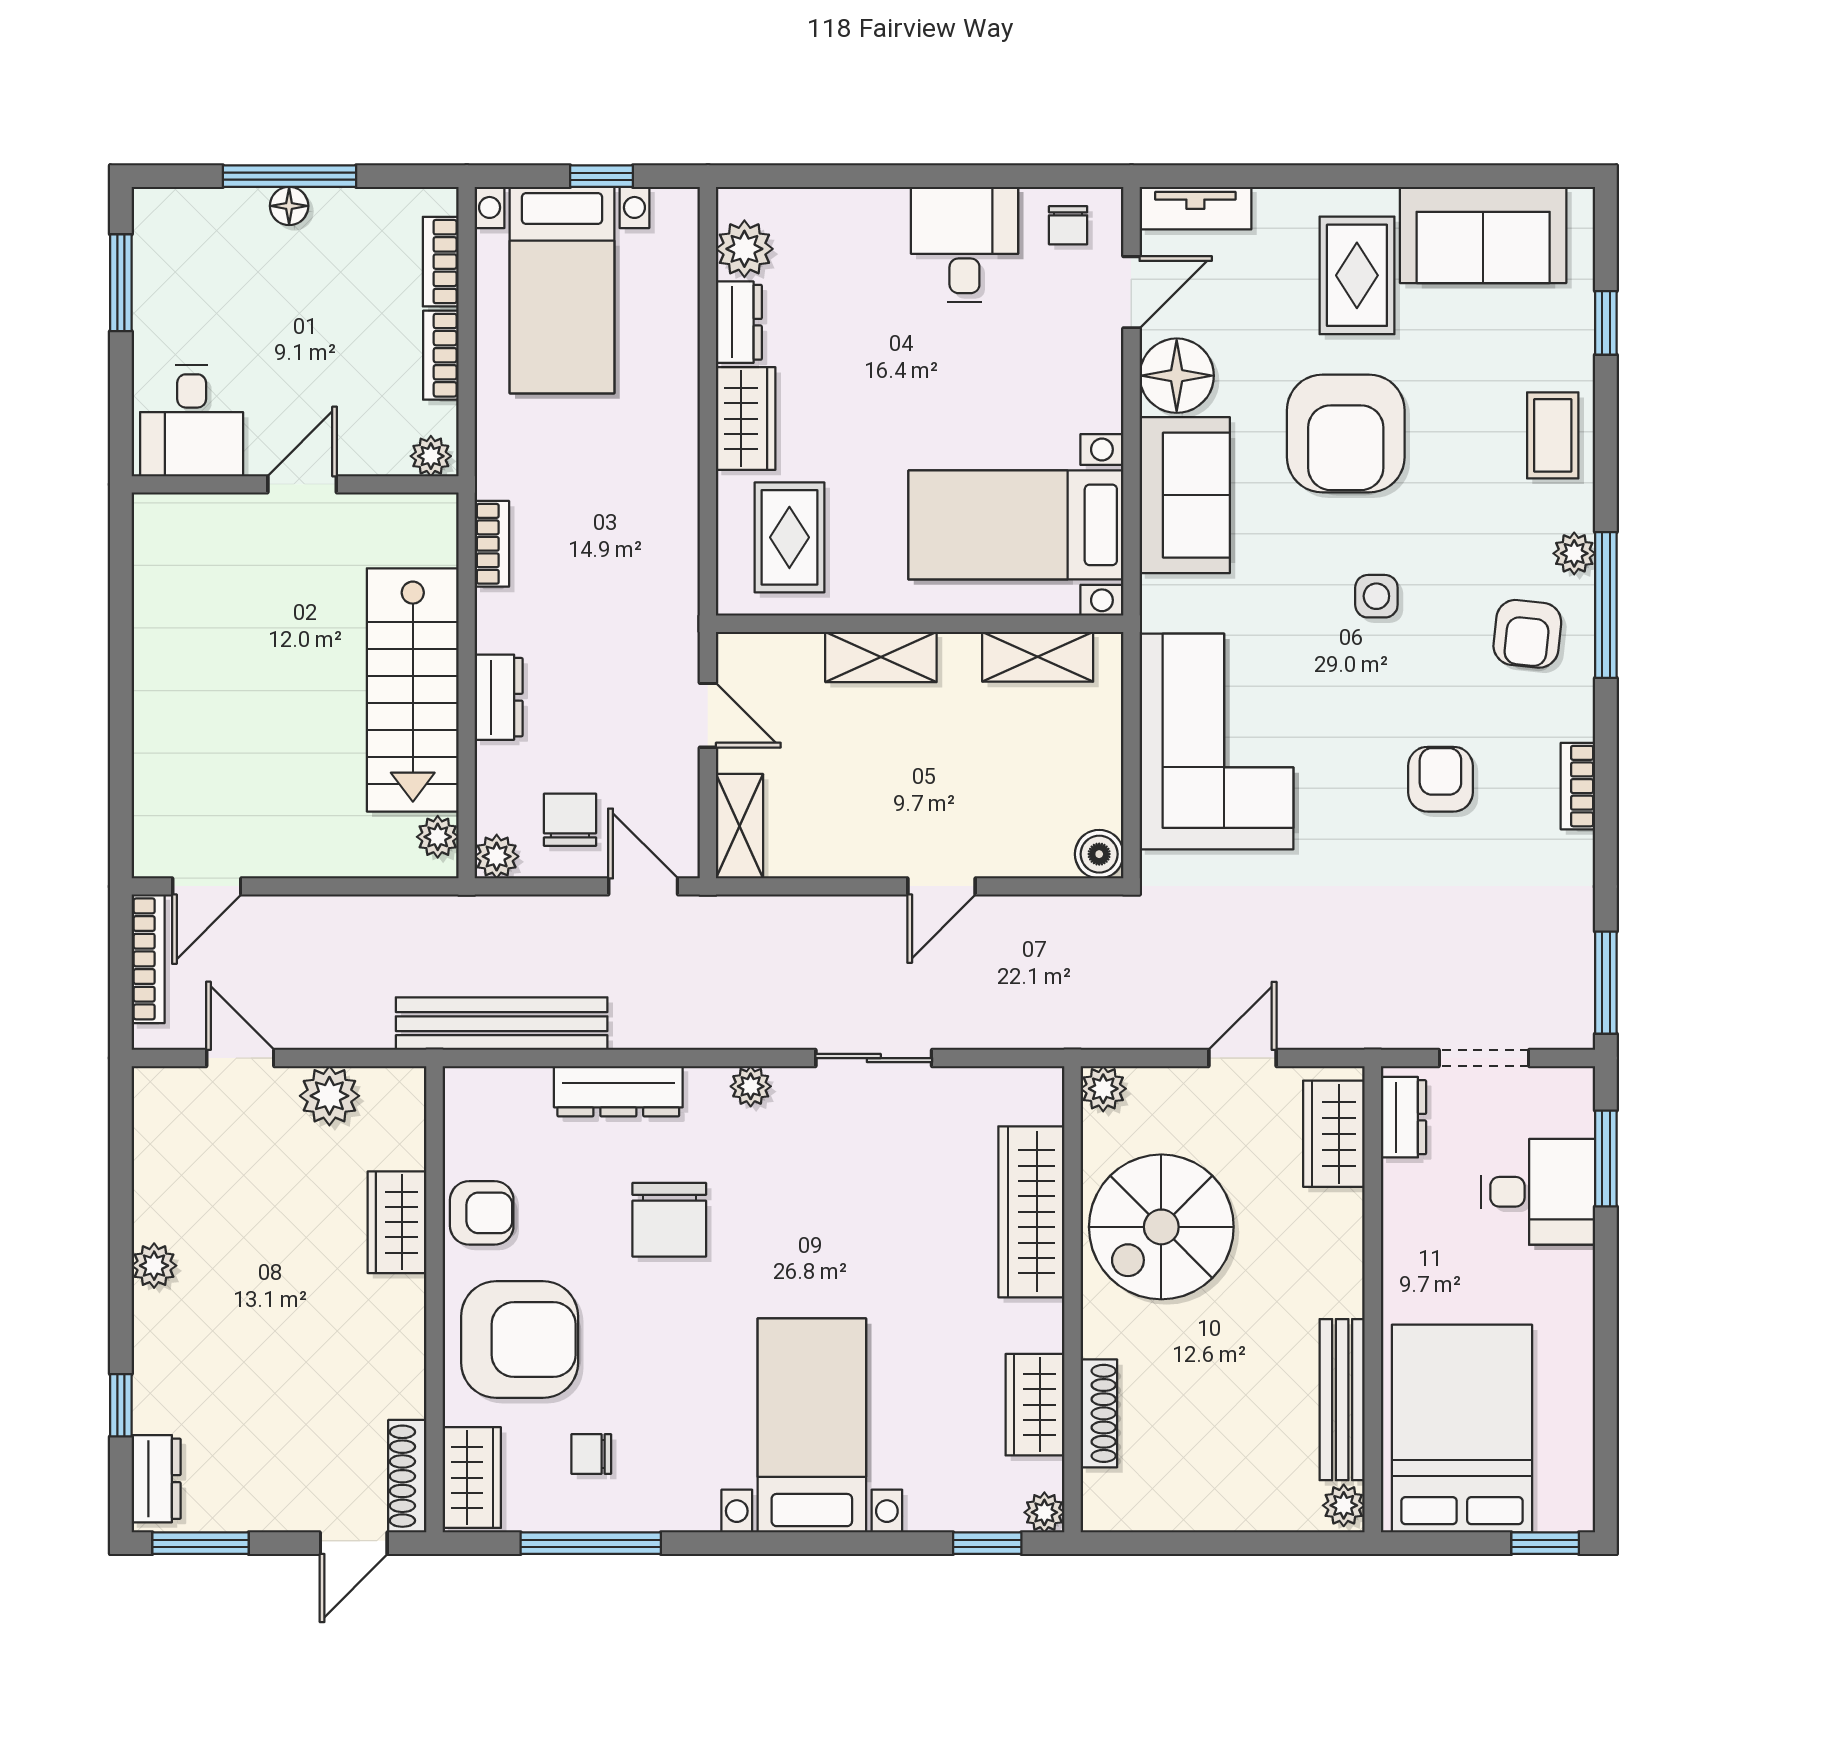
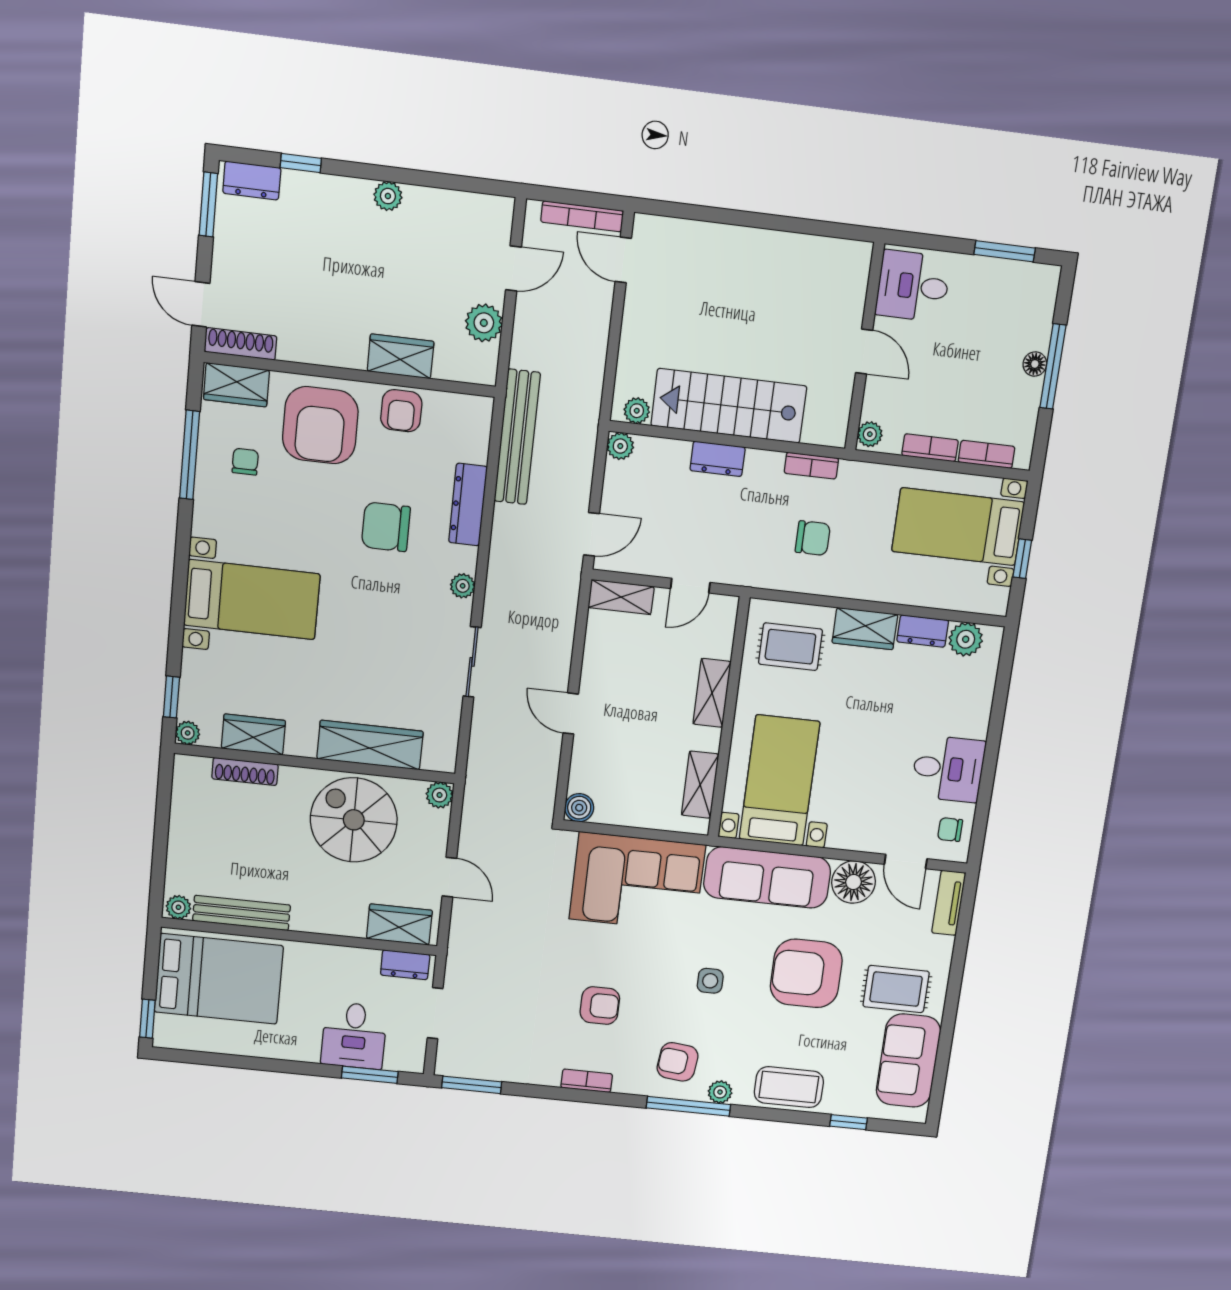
coffee table: (1553, 435) -> (789, 1087), width x1.36, depth x1.30
sofa: (1185, 495) -> (767, 877), width x1.36
chair: (570, 820) -> (813, 538), moved

